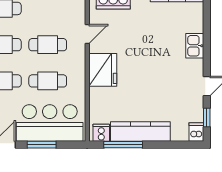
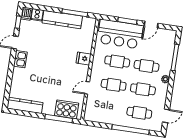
kitchen sink: (195, 46) -> (20, 59), moved
fridge: (103, 70) -> (84, 59), width x0.53, depth x0.75
cooker: (101, 133) -> (37, 15), moved

